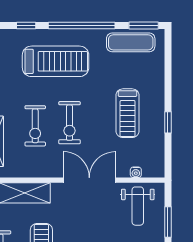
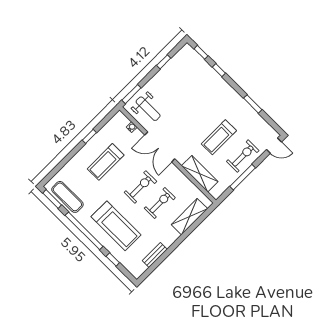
treadmill: (56, 61) -> (116, 226), turned 180
treadmill: (128, 113) -> (106, 162), turned 180
weight bench: (138, 206) -> (148, 109), turned 90
window: (168, 222) -> (131, 94), moved

